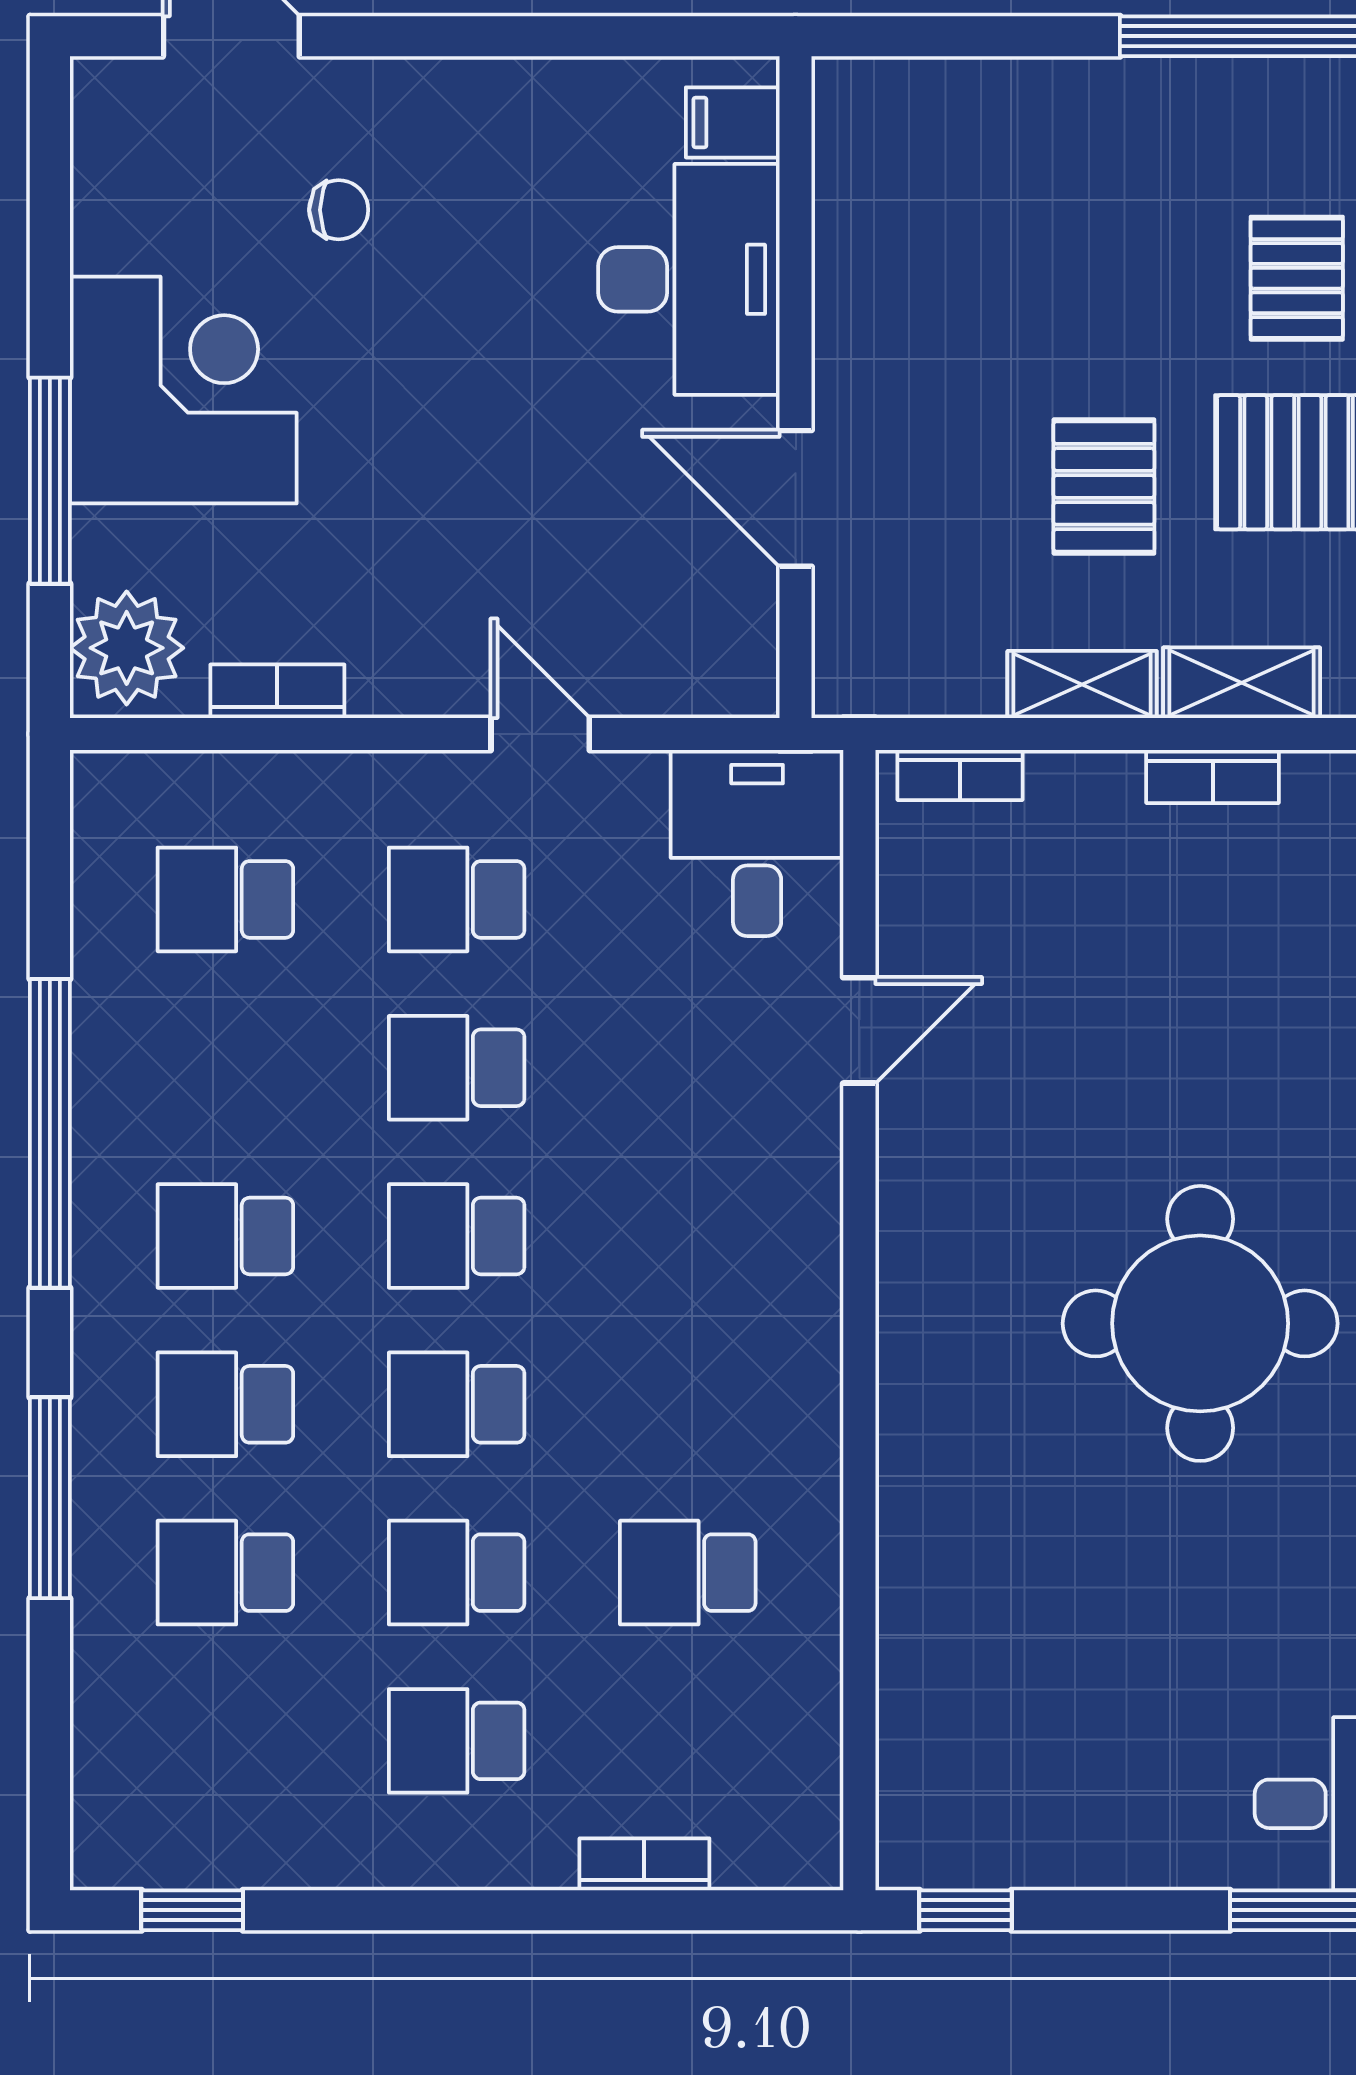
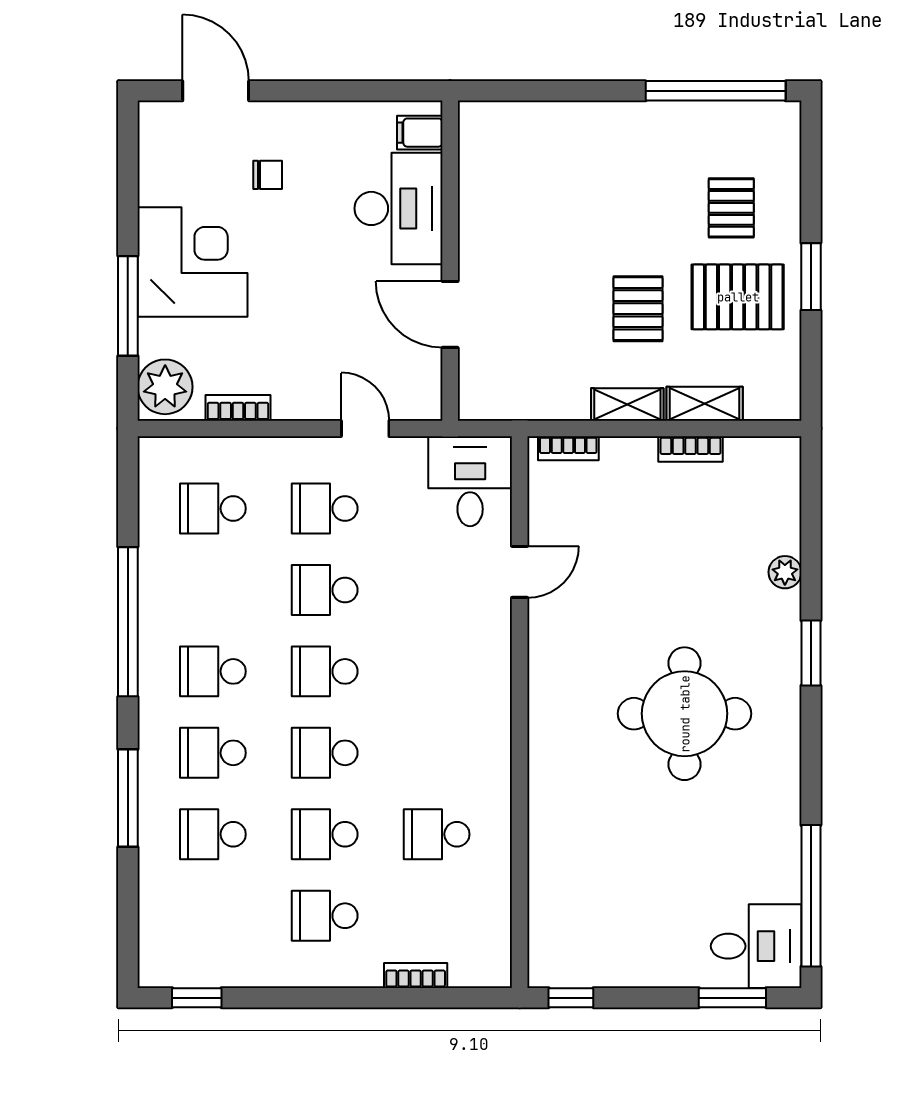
filing cabinet: (733, 122) -> (420, 133), moved
desk: (689, 279) -> (399, 208), moved
wall: (796, 387) -> (450, 261), moved
door: (796, 498) -> (450, 314), moved

